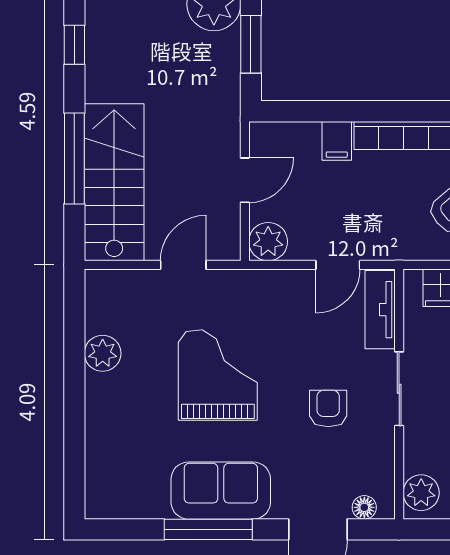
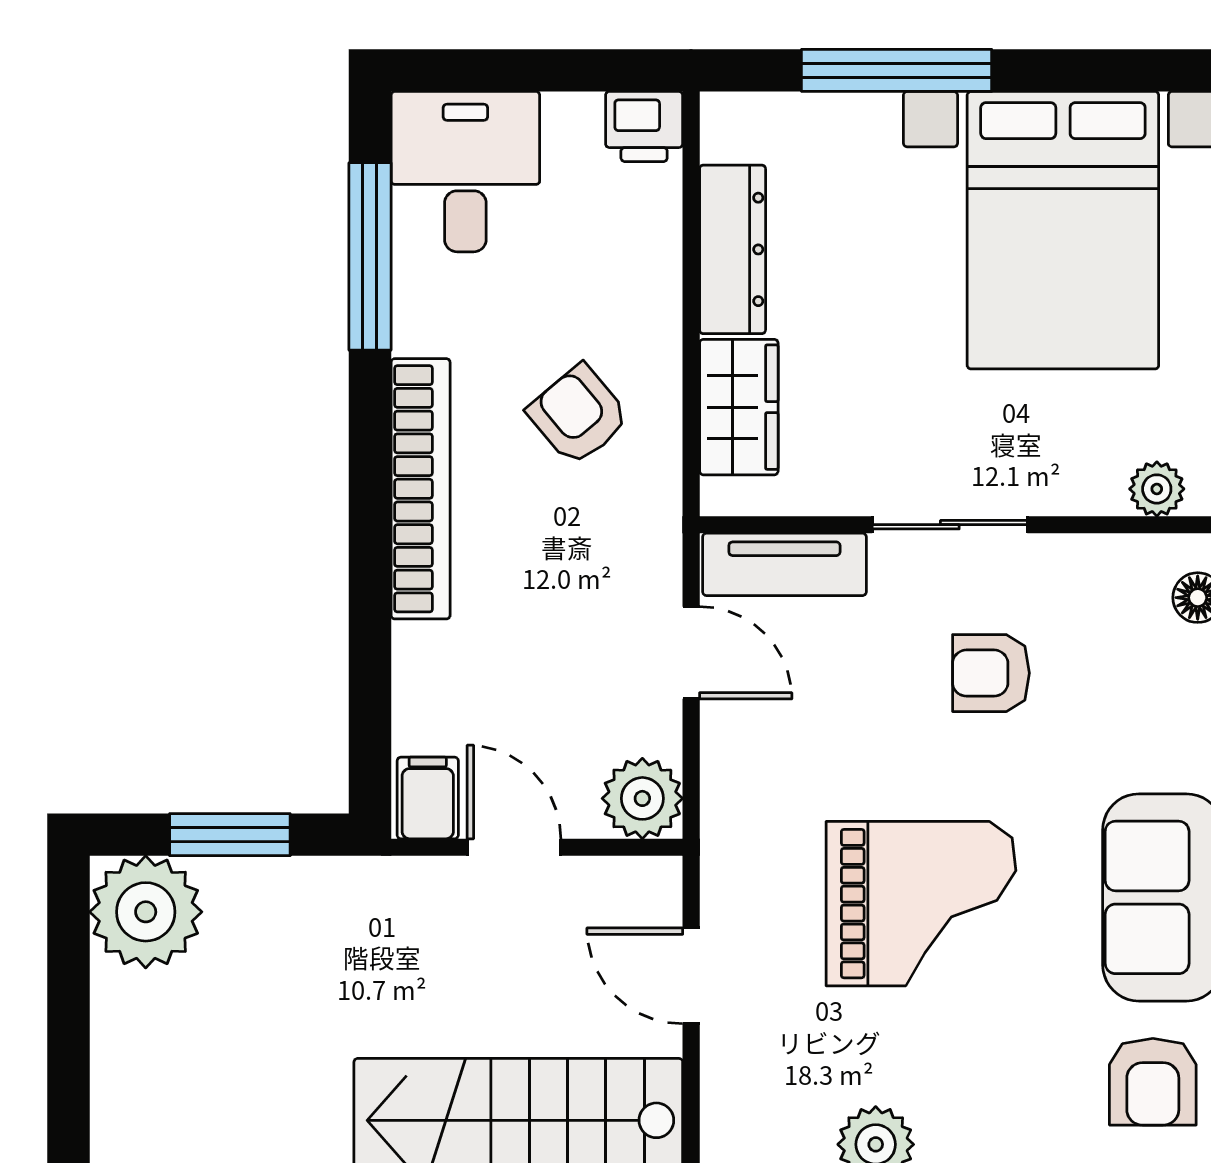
filing cabinet: (337, 141) -> (428, 798), moved, turned -90
grand piano: (218, 375) -> (921, 904), turned 180
armchair: (133, 486) -> (1153, 1082), added
plant: (421, 493) -> (1157, 489), width x0.73, depth x0.73

